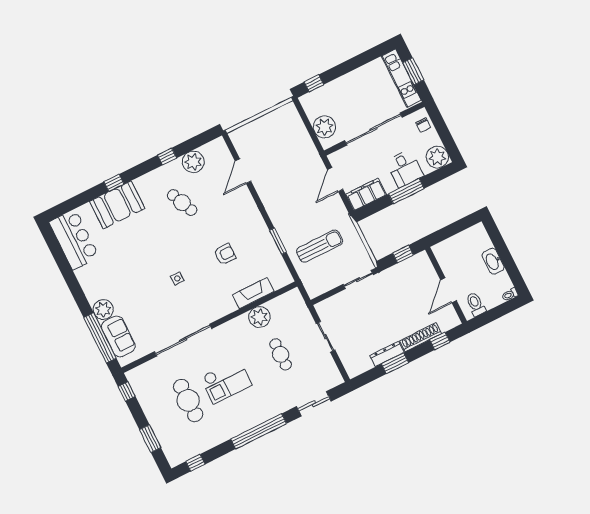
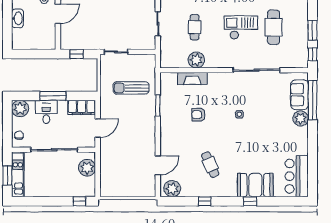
plant: (193, 162) -> (172, 189), moved
window: (150, 439) -> (313, 30), moved

